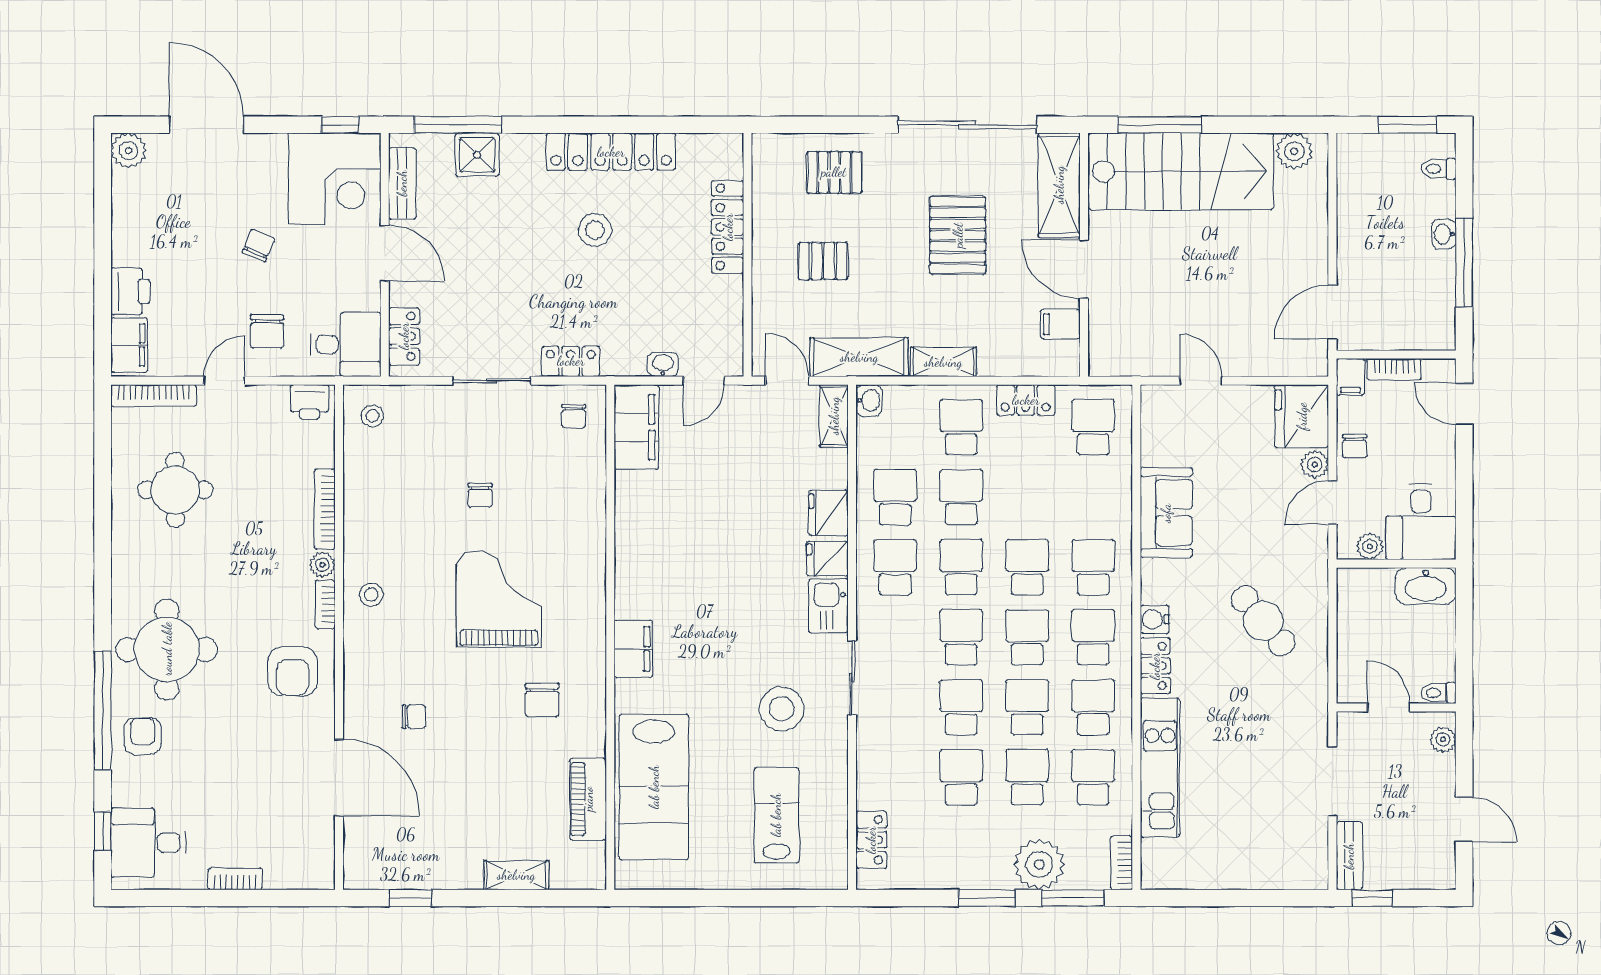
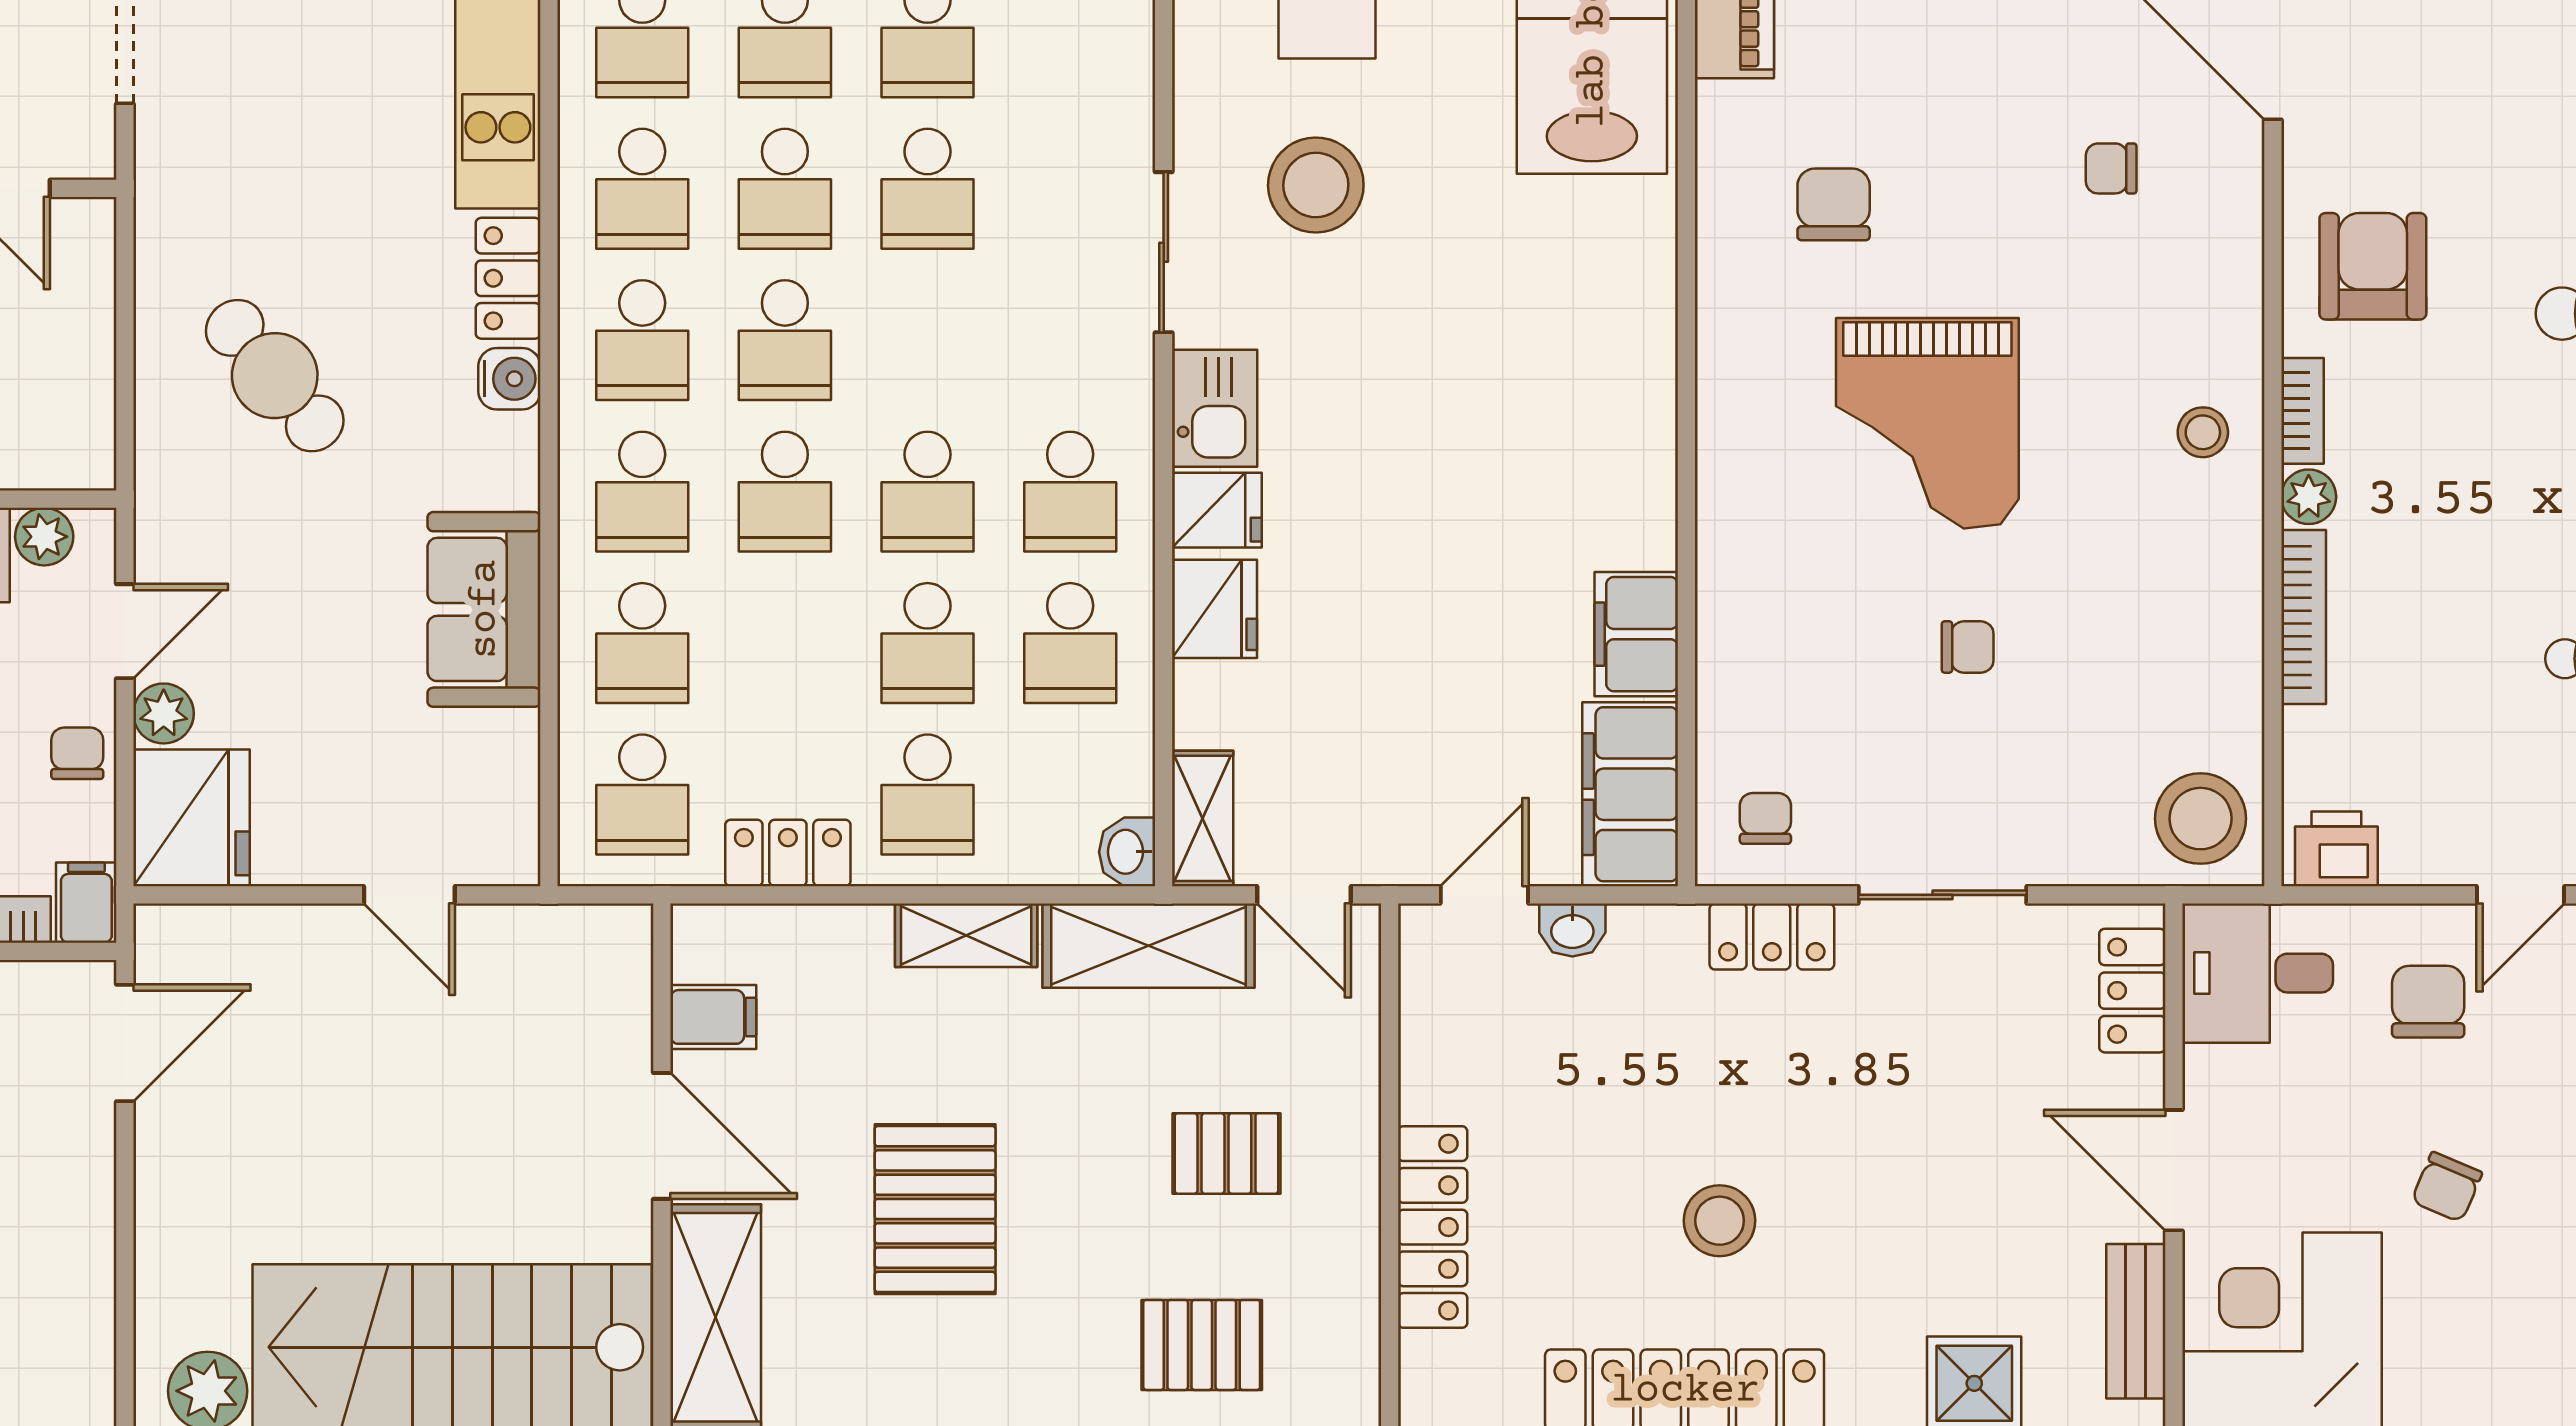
stool: (372, 416) -> (2201, 819), width x1.89, depth x1.89
chair: (480, 495) -> (1968, 647), turned 90
school desk: (961, 637) -> (642, 643), moved
filing cabinet: (633, 649) -> (1636, 634), moved

